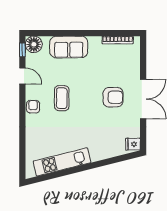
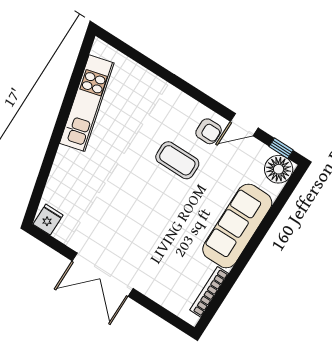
sofa: (69, 47) -> (237, 226), width x1.36
armchair: (113, 97) -> (132, 234), removed
armchair: (33, 107) -> (209, 131), moved

